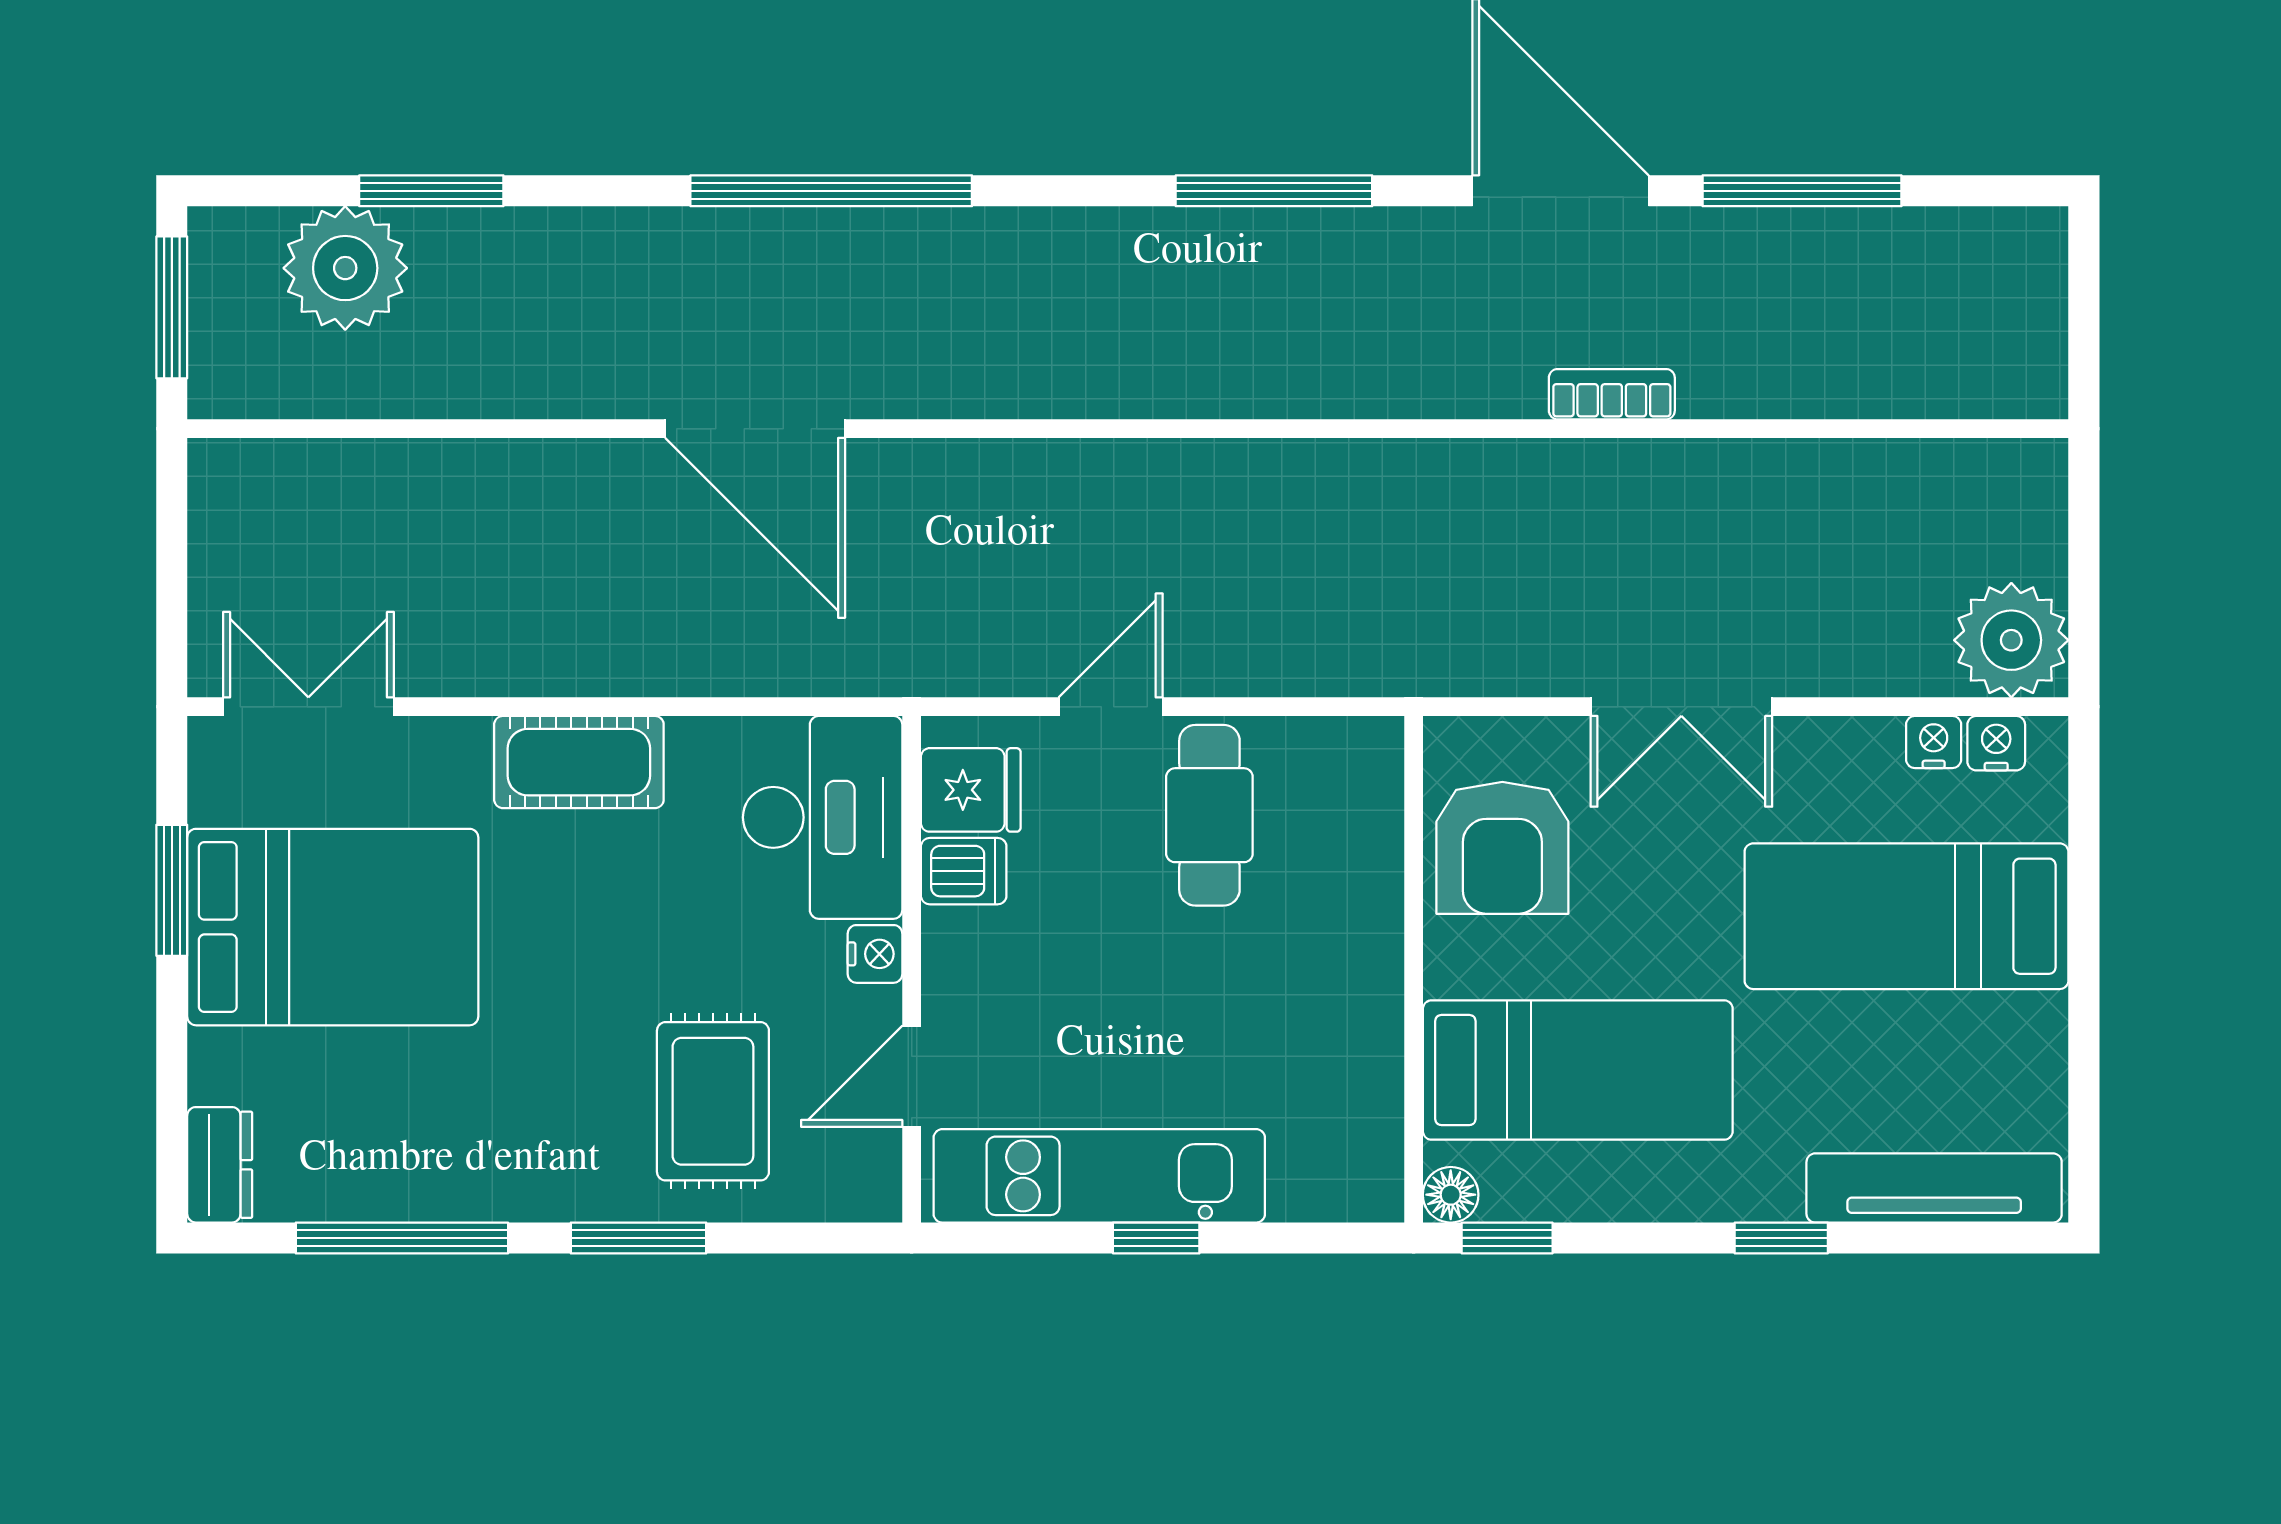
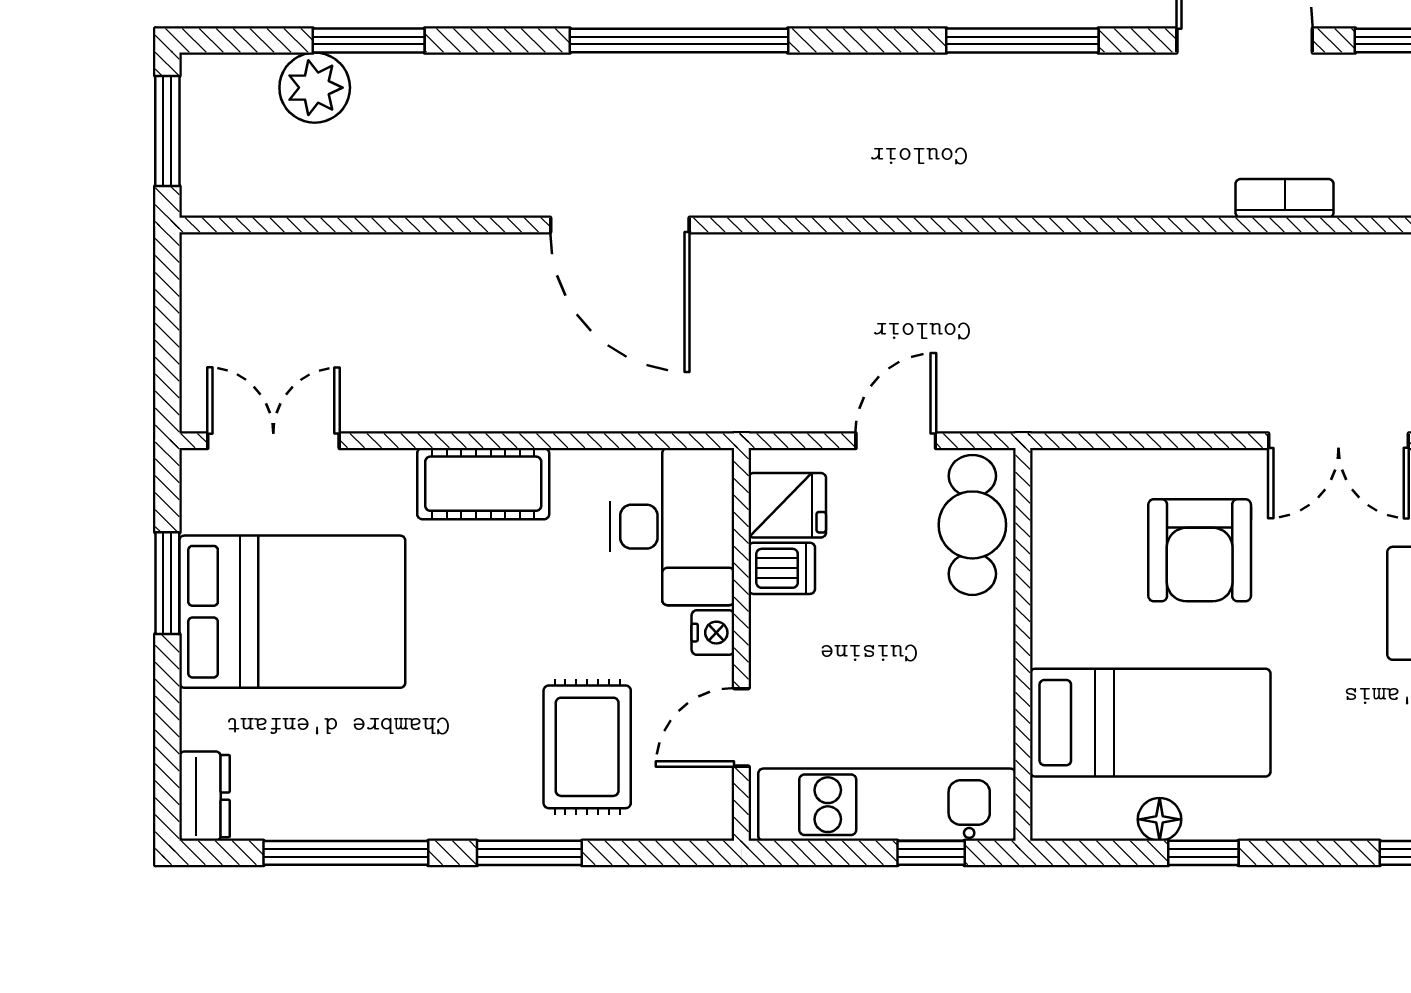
plant: (345, 268) -> (315, 88), width x0.73, depth x0.73
wall: (1414, 969) -> (1023, 644), moved
bed: (1578, 1070) -> (1150, 723), moved

